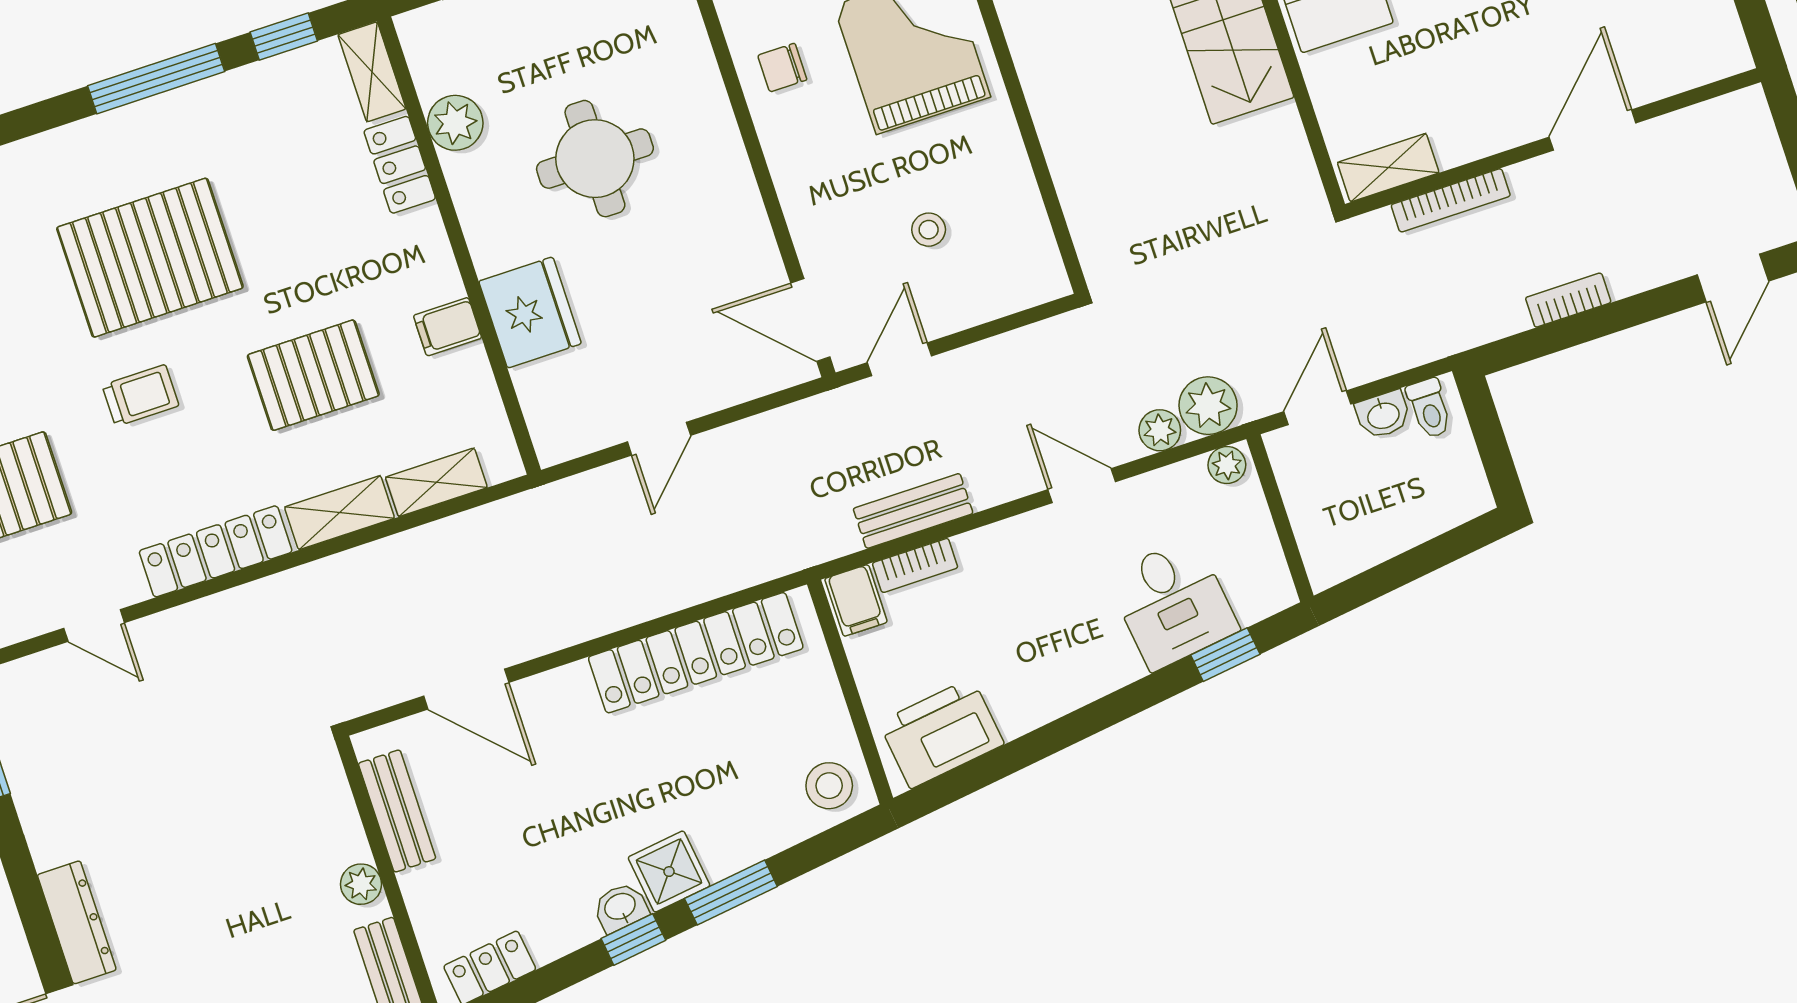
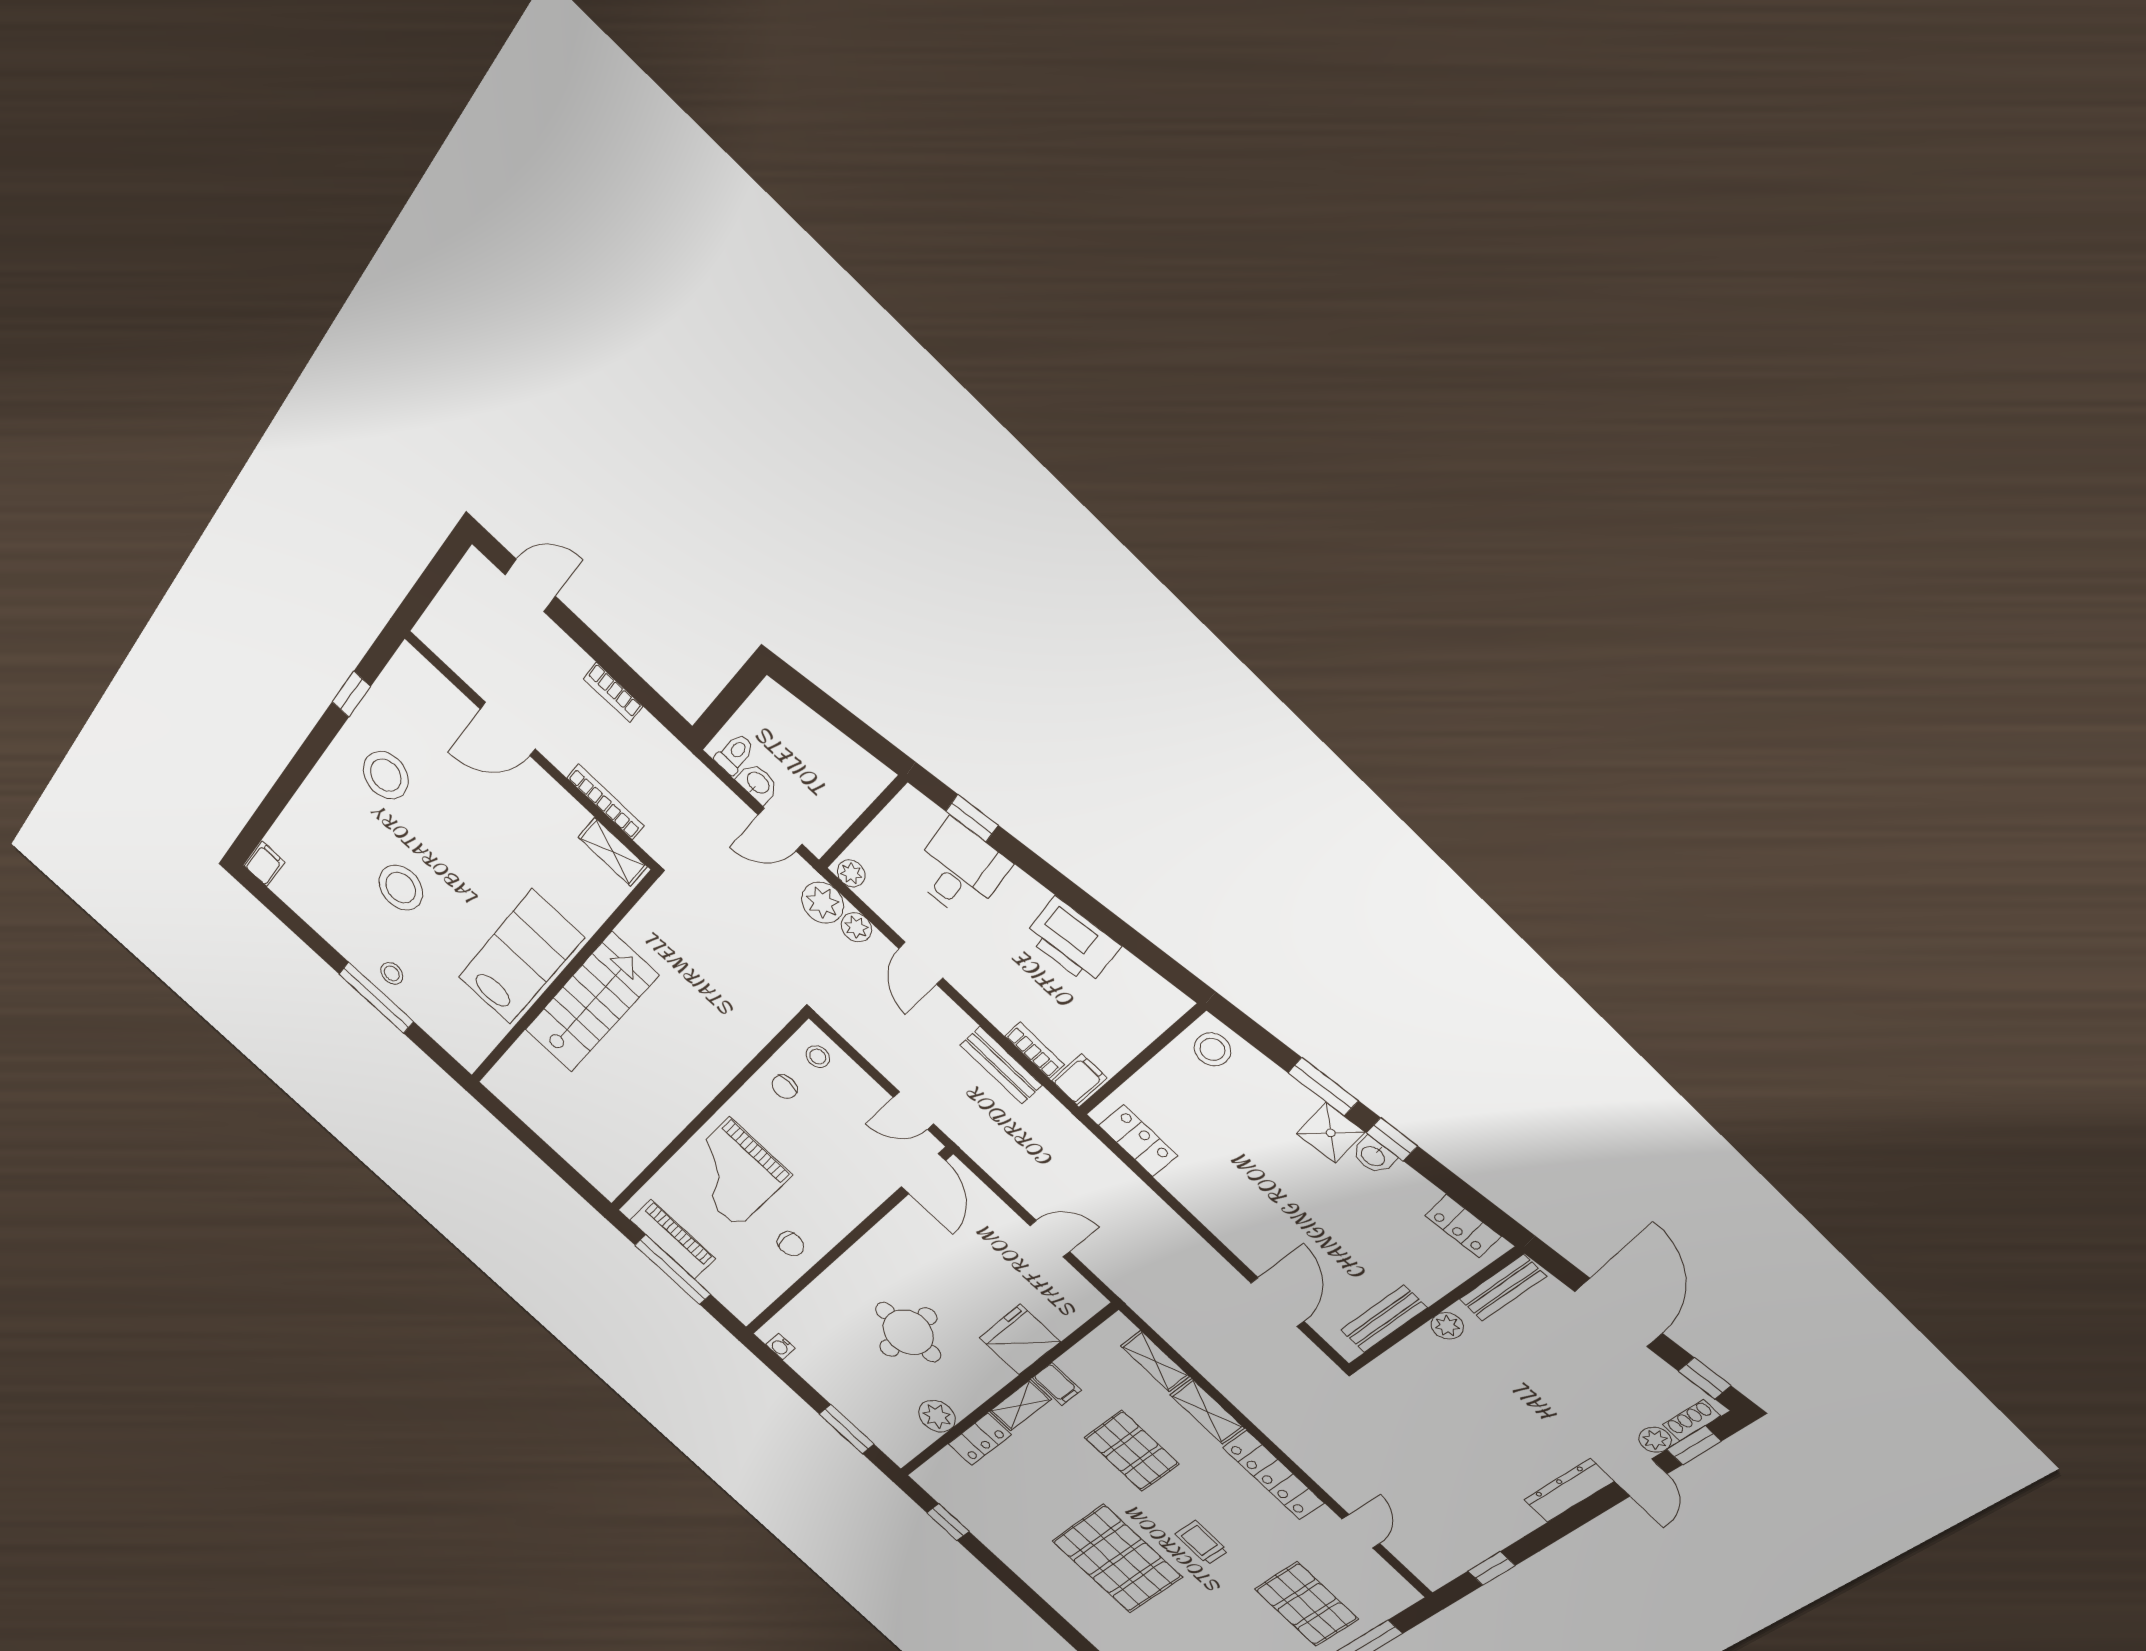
shelving: (372, 72) -> (1020, 1405), moved
window: (156, 79) -> (1013, 1582), removed
chair: (999, 202) -> (785, 1087), added
stool: (929, 230) -> (818, 1057), moved
locker: (696, 653) -> (1138, 1141), width x0.46, depth x0.83
printer: (941, 733) -> (1072, 941), moved

